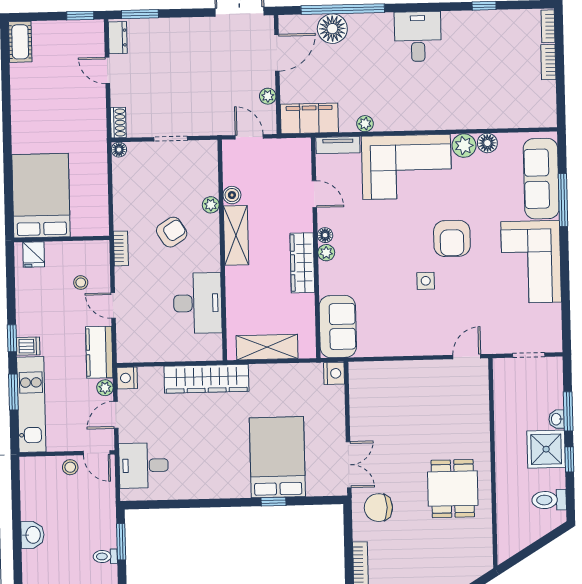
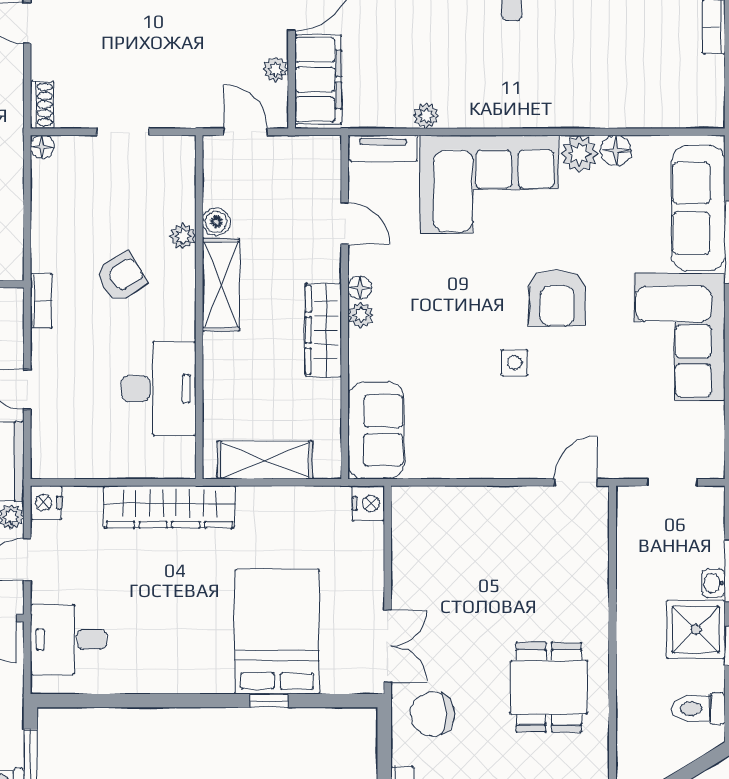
filing cabinet: (309, 118) -> (318, 79), moved, turned 90

